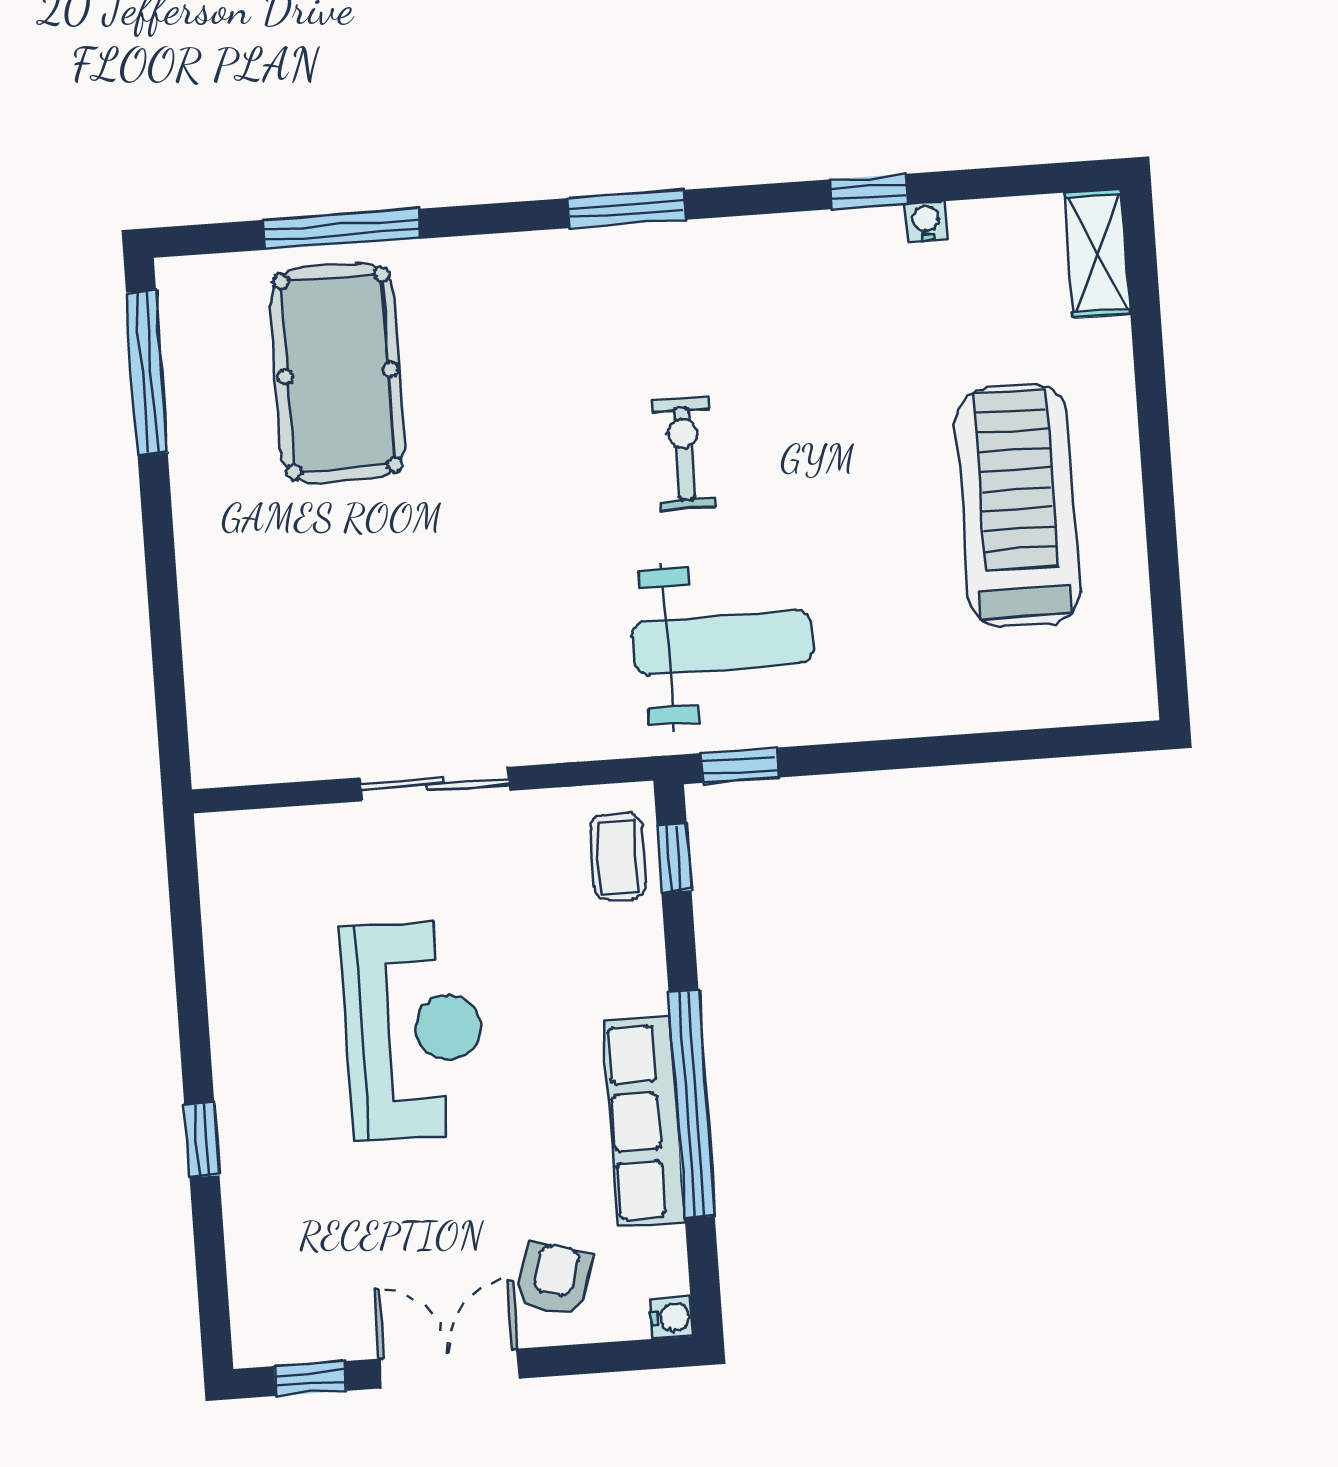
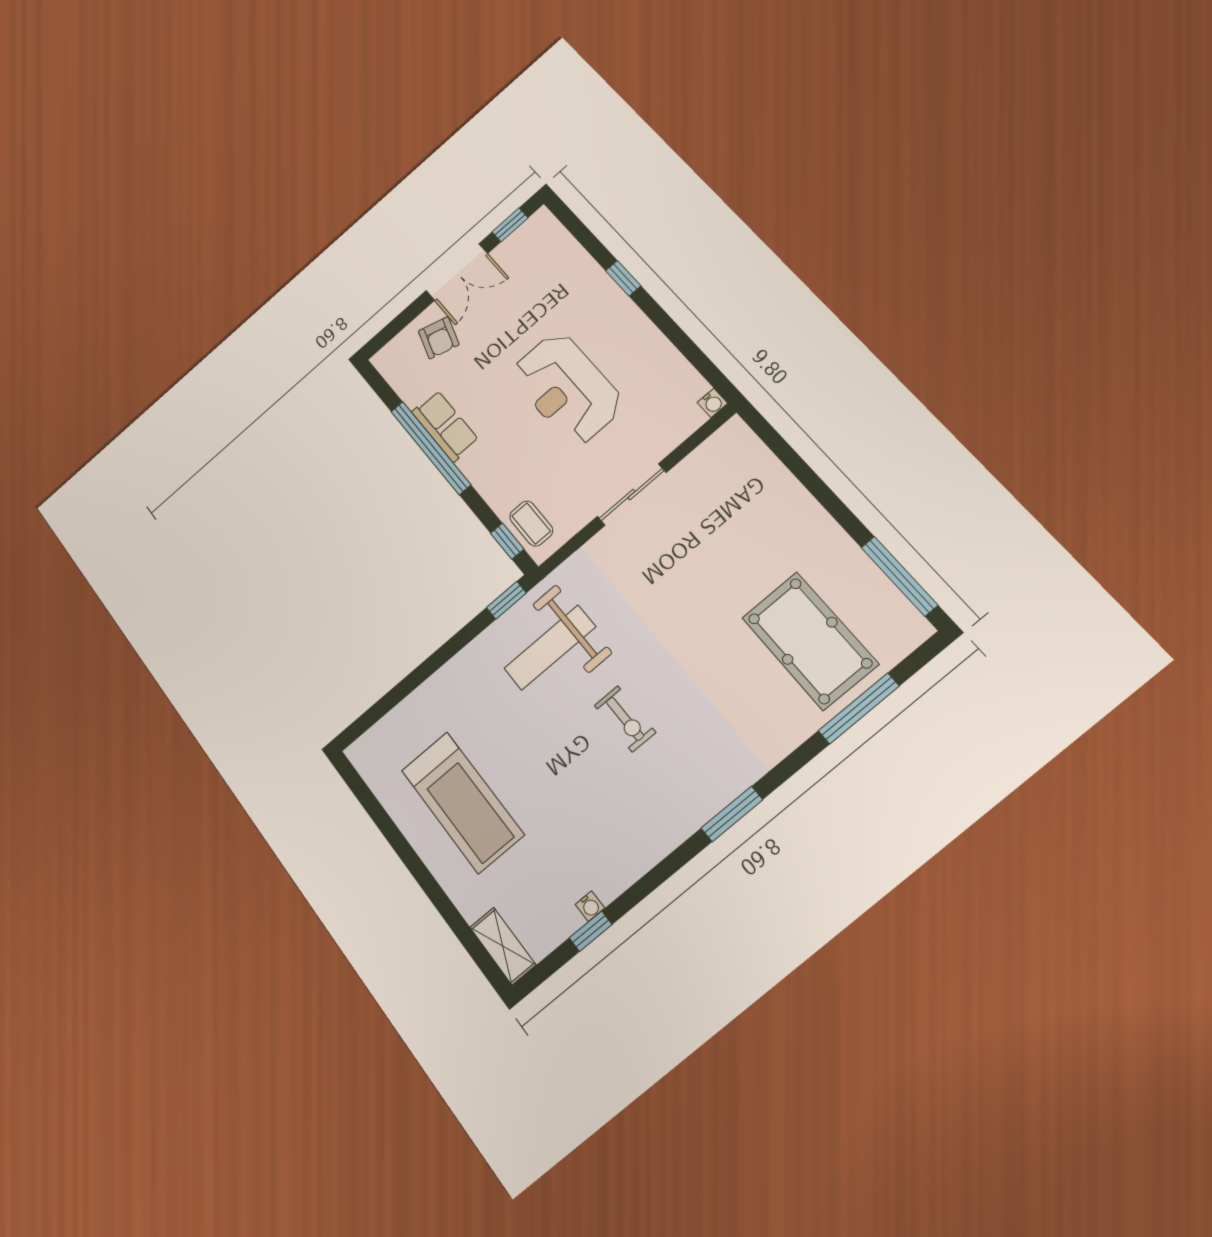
window: (869, 192) -> (591, 931), moved
row of seats: (644, 1122) -> (445, 426), width x0.68
water cooler: (672, 1317) -> (712, 403), moved, turned -90

